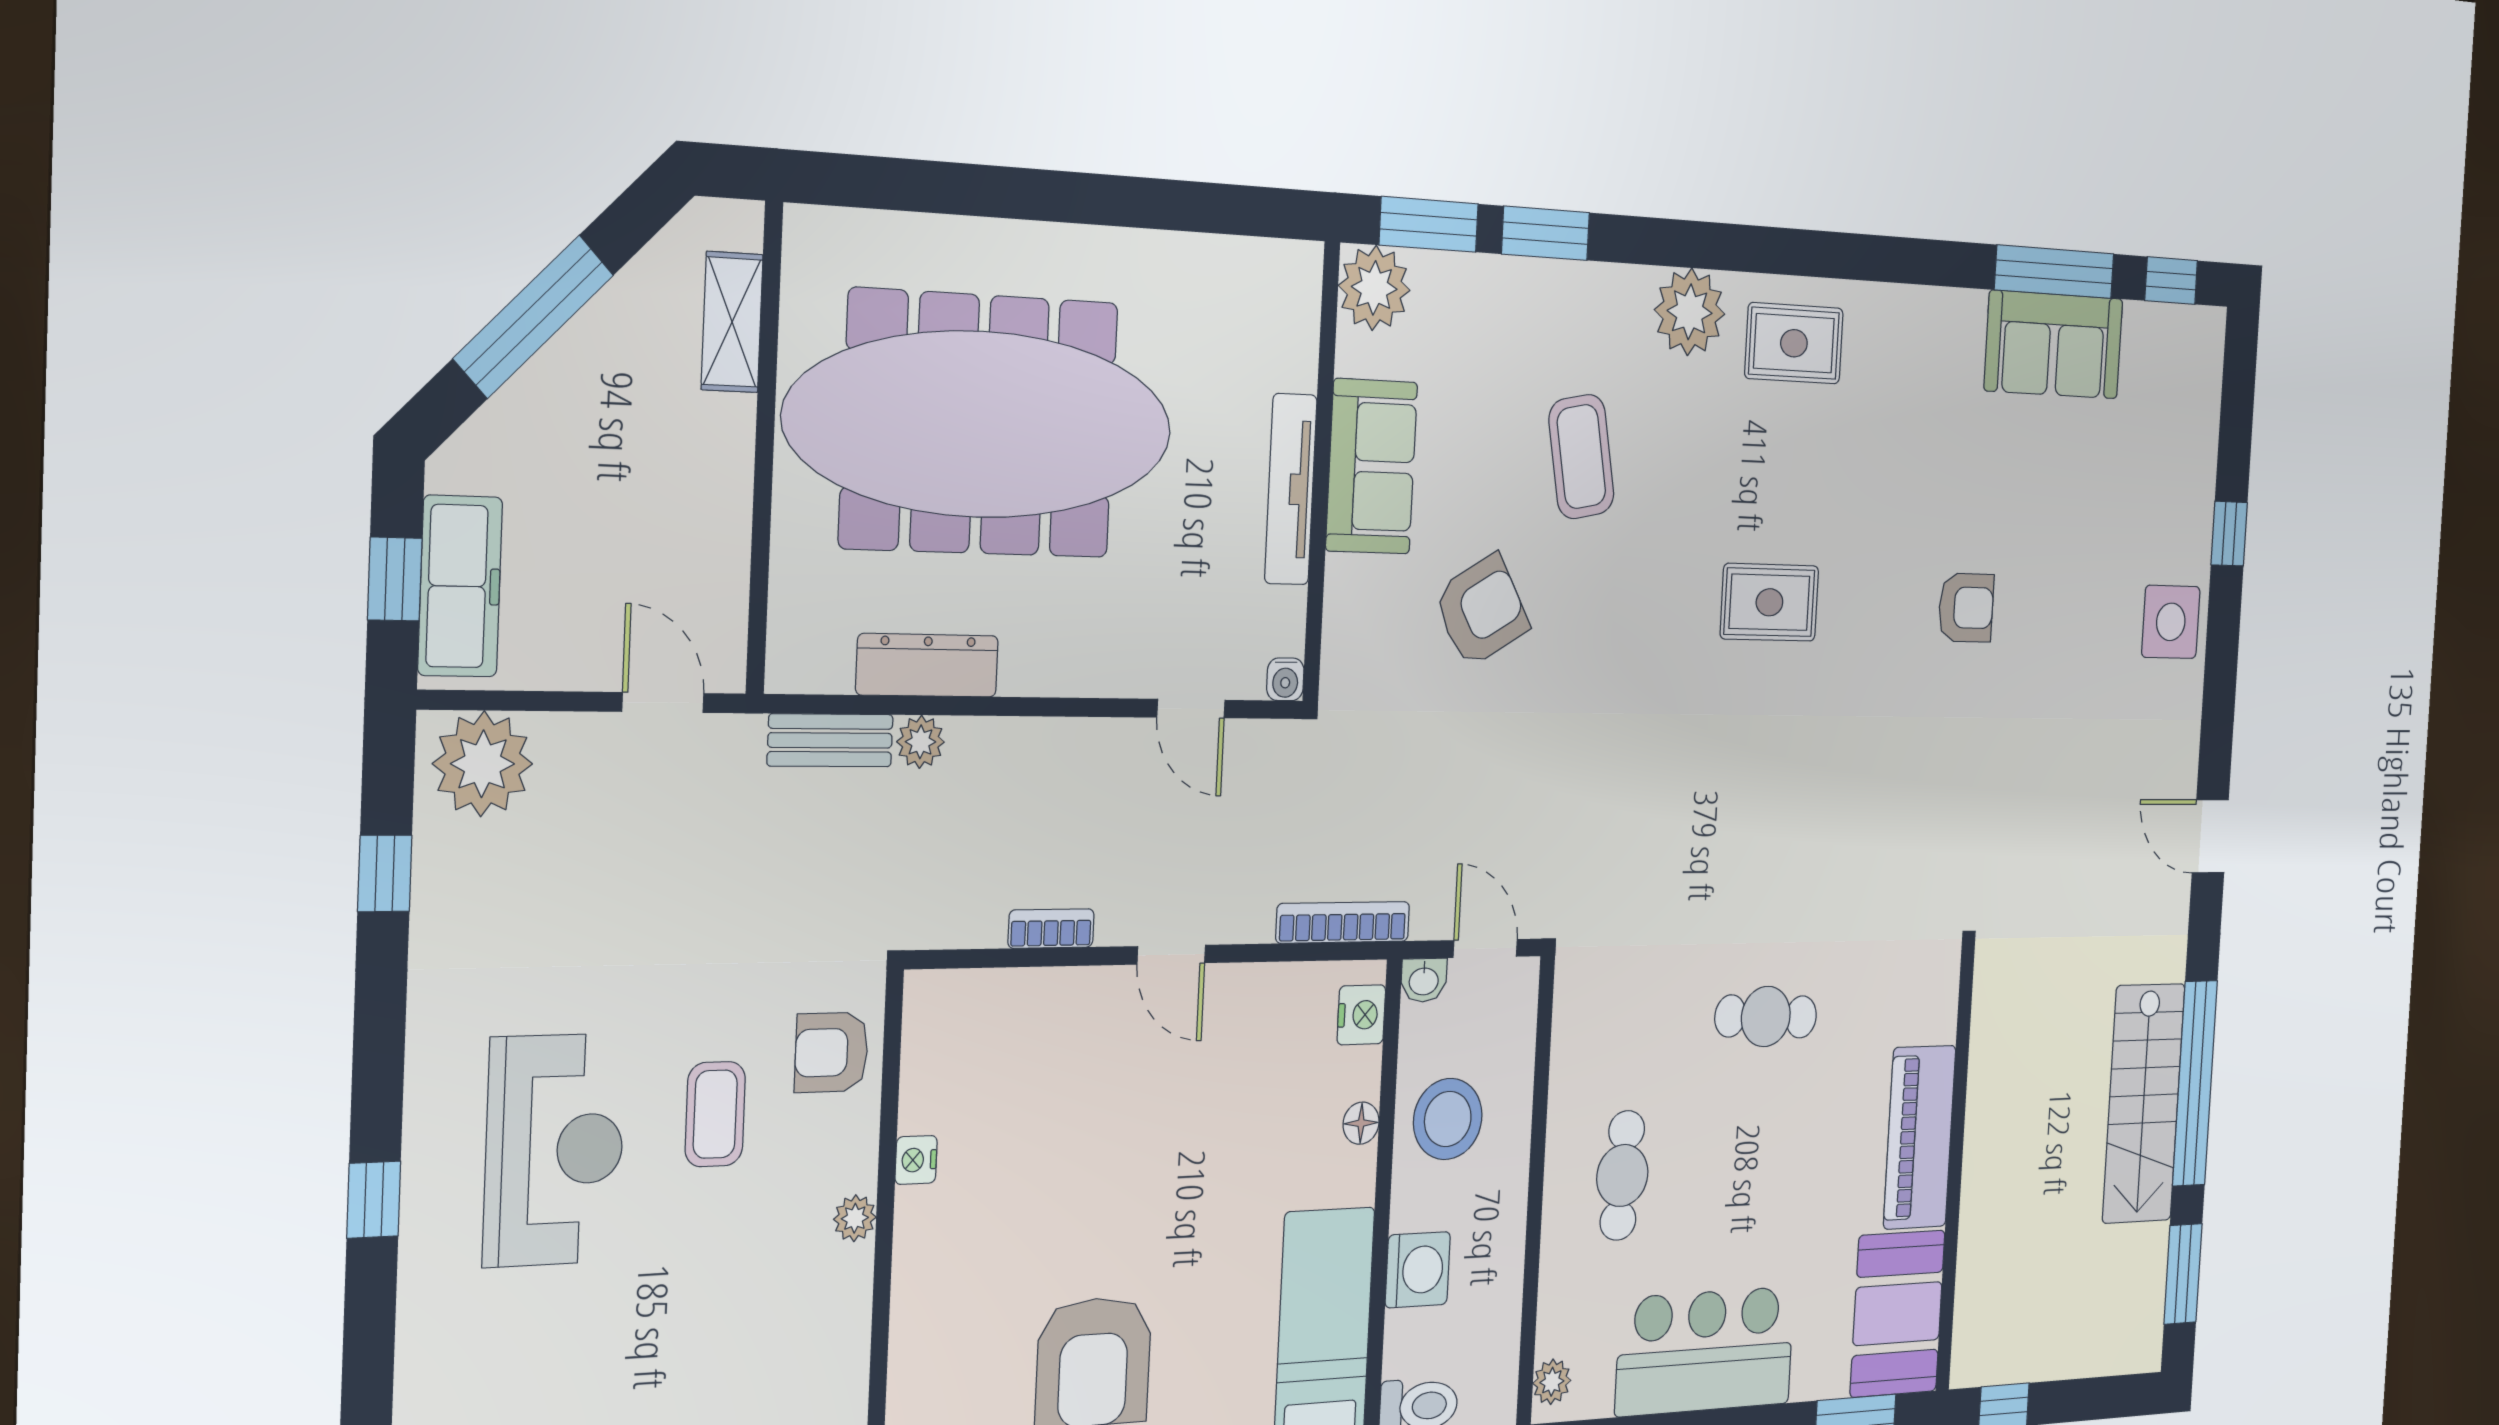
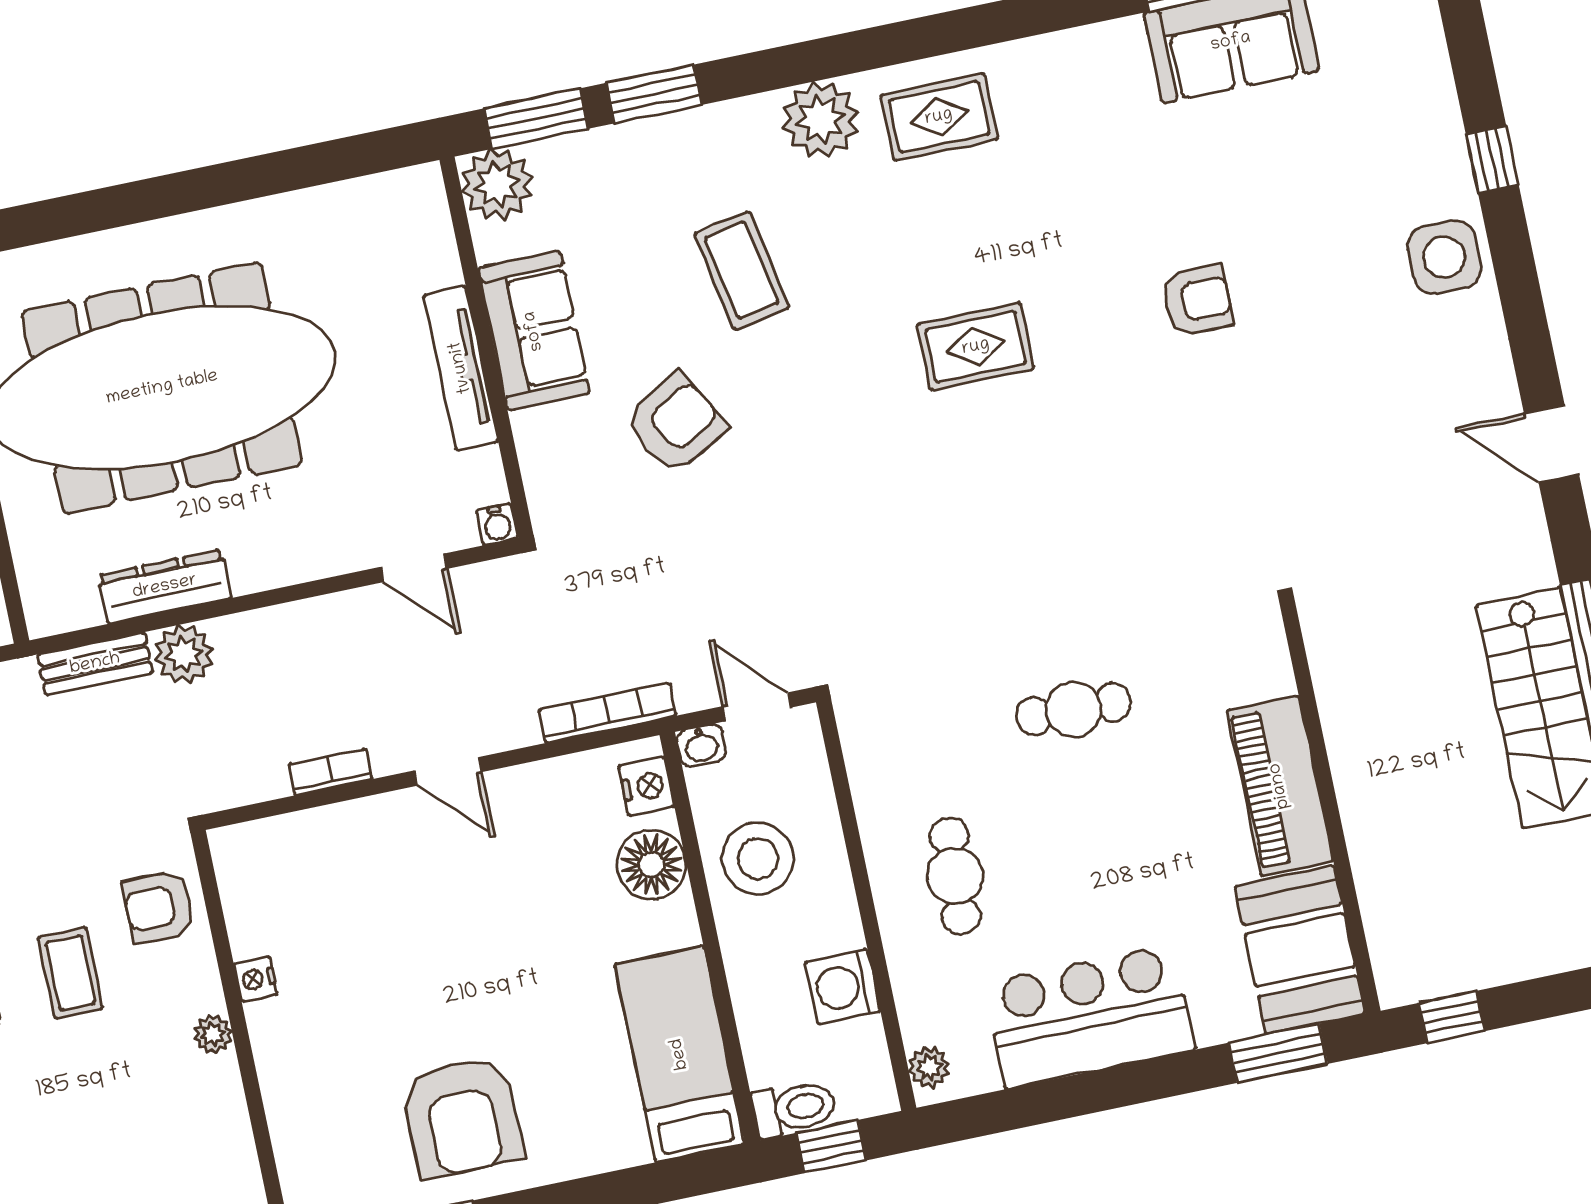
plant: (920, 742) -> (184, 654), width x1.38, depth x1.38
floor lamp: (1361, 1123) -> (651, 865), width x1.89, depth x1.89
washing machine: (1418, 1270) -> (843, 987), moved, turned 180

